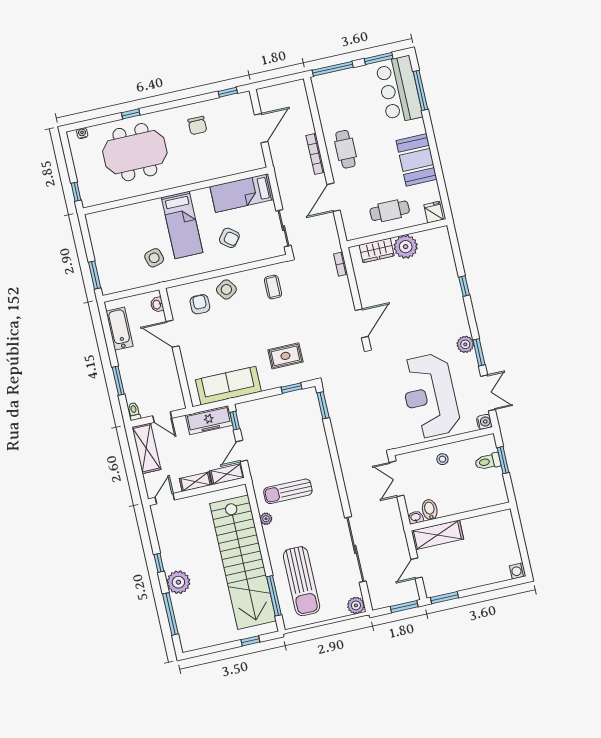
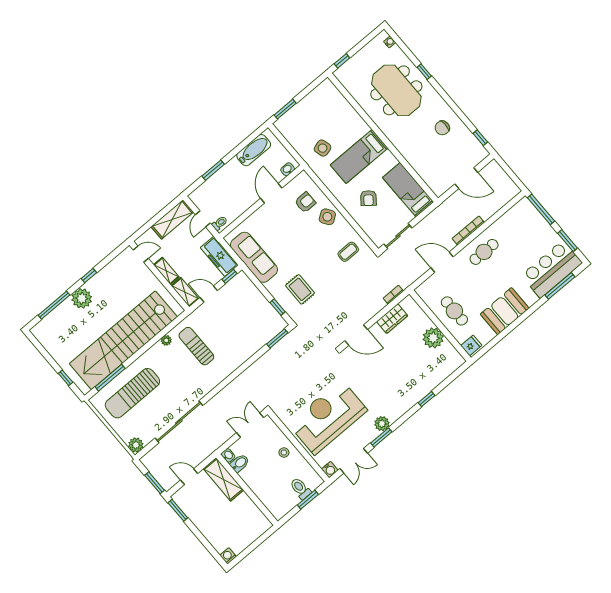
wardrobe: (377, 250) -> (392, 319), moved, turned -90
toilet: (134, 411) -> (220, 223), moved

